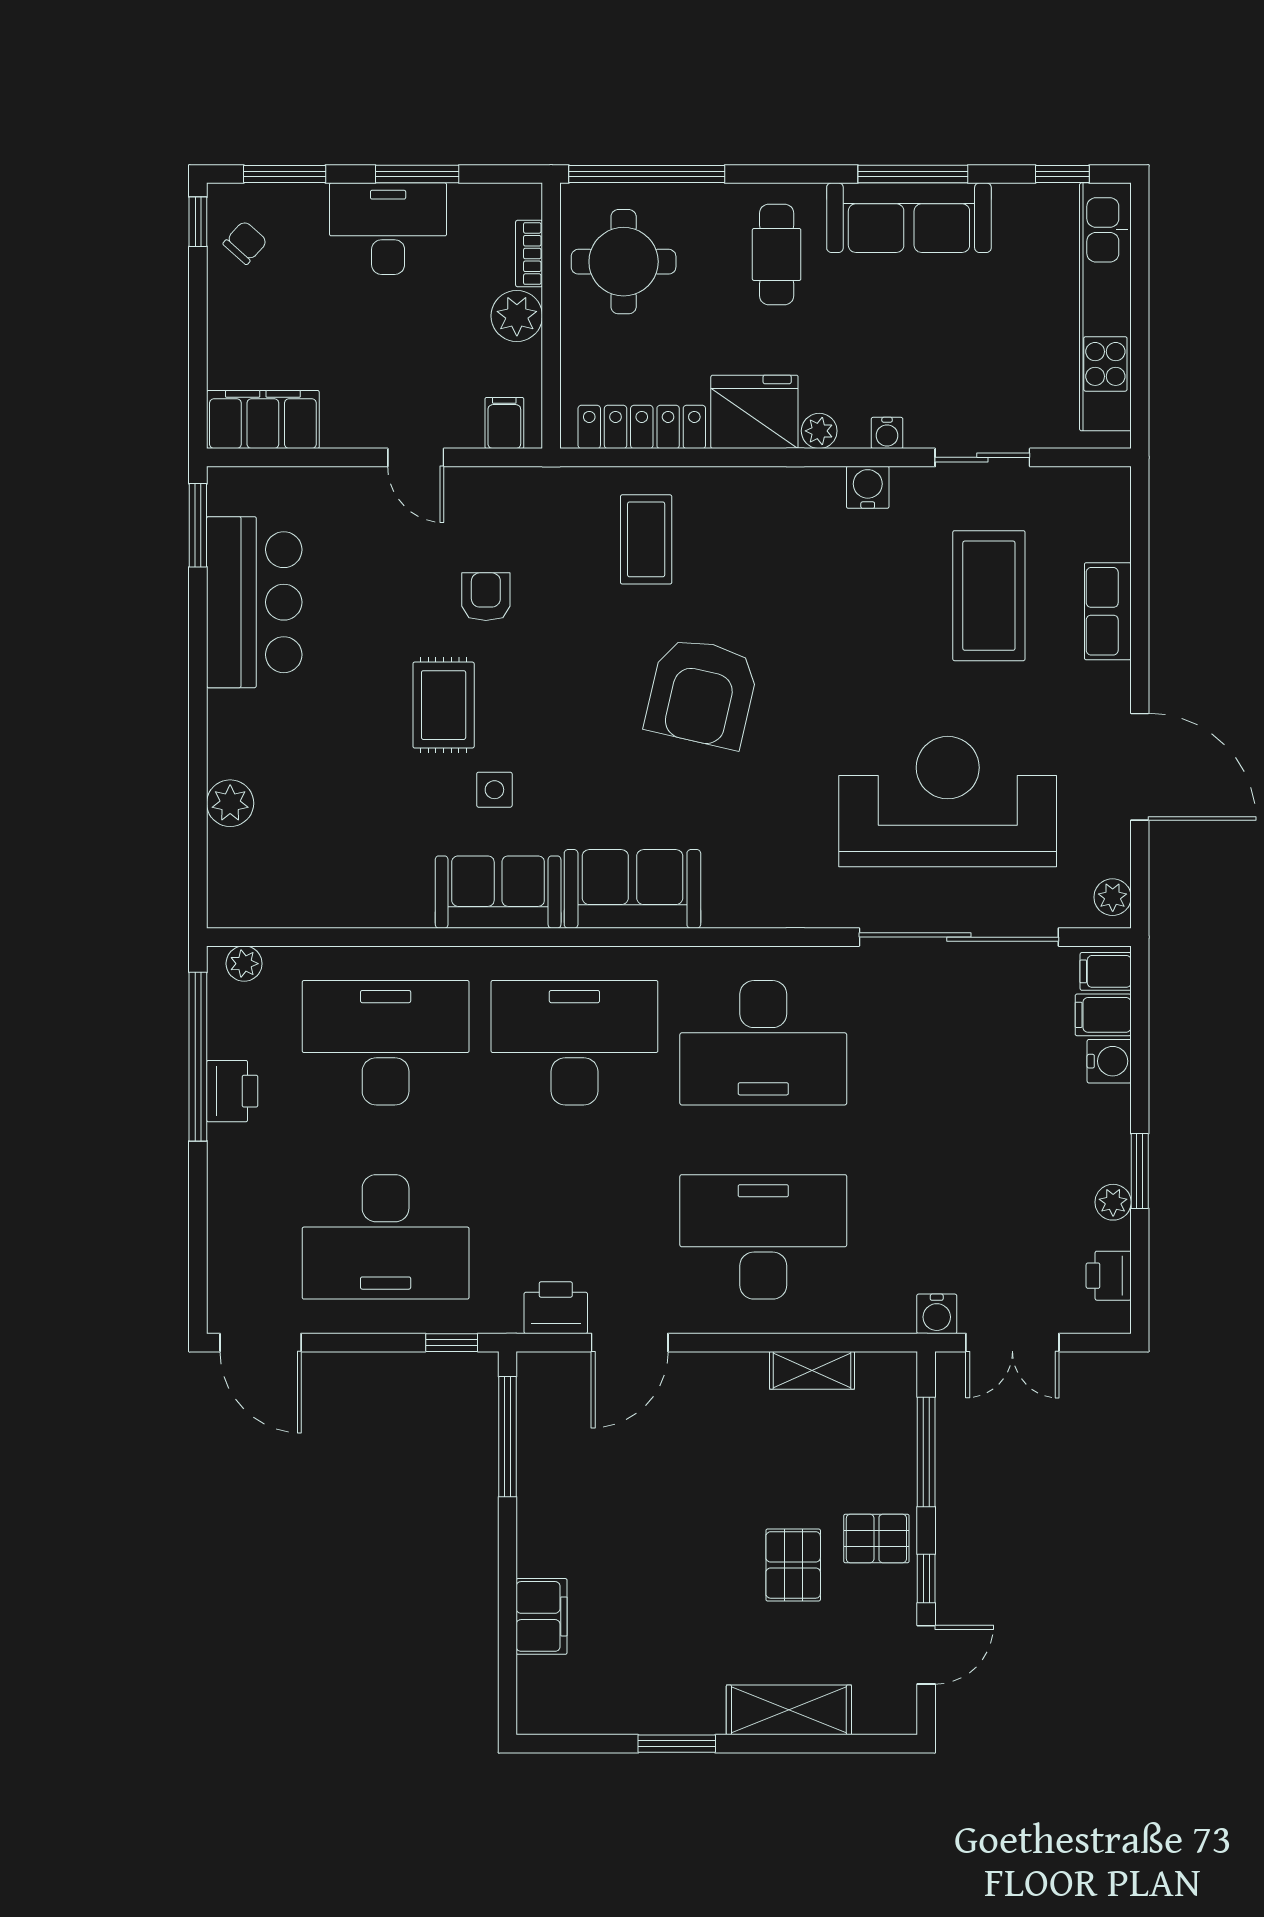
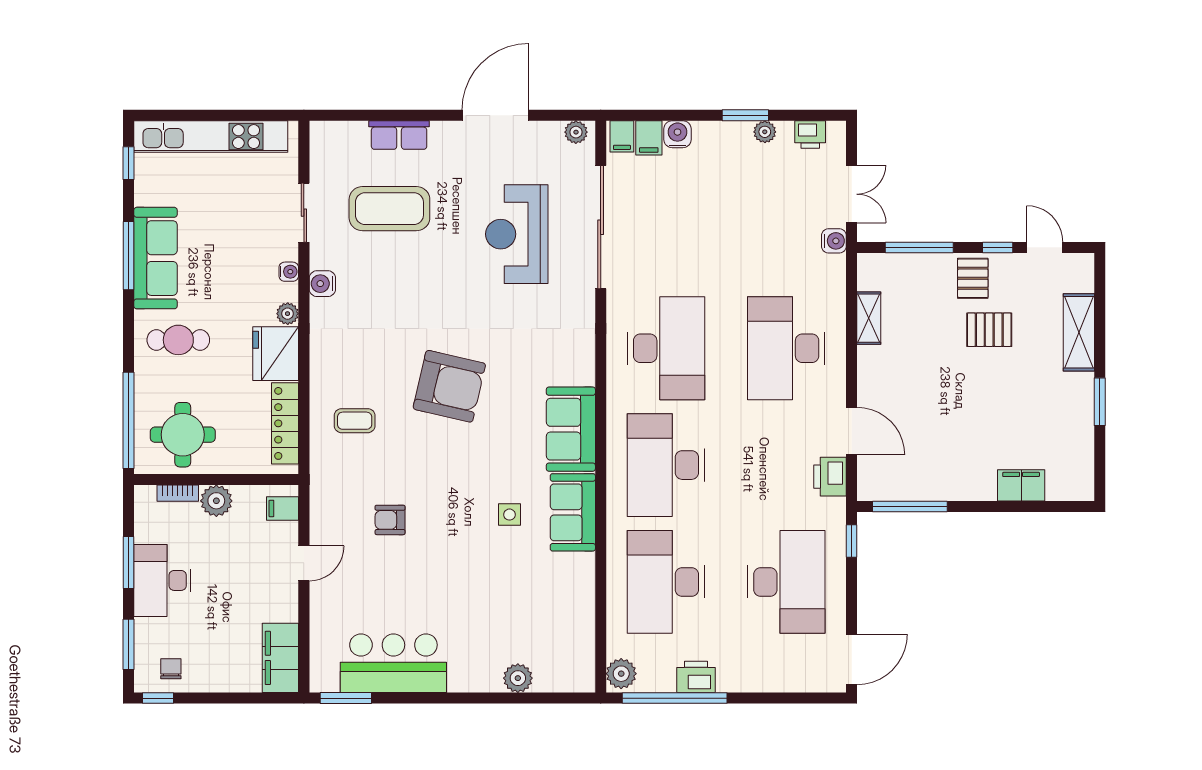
chair: (245, 243) -> (171, 669), turned 48
coffee table: (646, 539) -> (355, 421), width x0.73, depth x0.77
rug: (444, 705) -> (457, 546), removed
reception desk: (948, 802) -> (517, 234), width x0.74, depth x0.77
plant: (244, 964) -> (621, 674), width x1.38, depth x1.38

